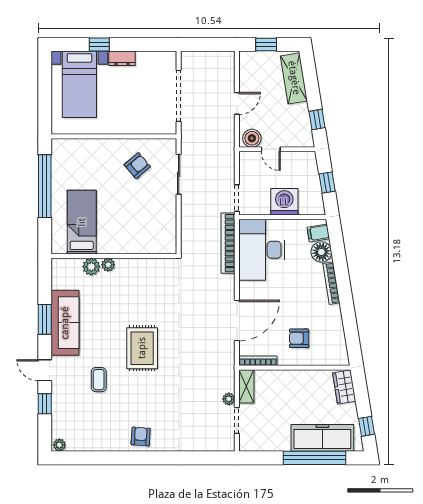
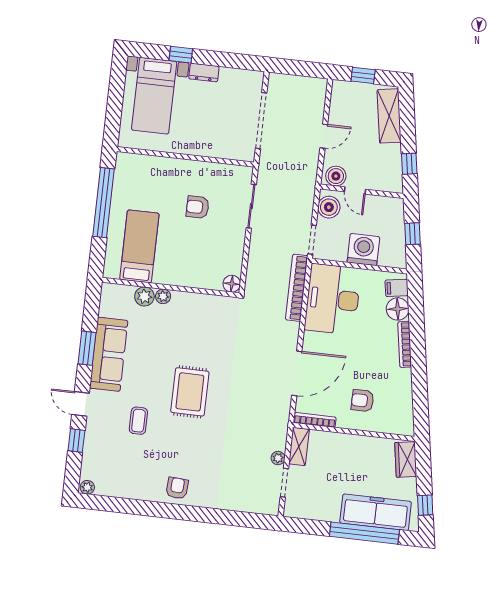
armchair: (137, 166) -> (198, 207), moved, turned -140
boiler: (249, 167) -> (329, 207), added
floor lamp: (169, 246) -> (232, 284), added

